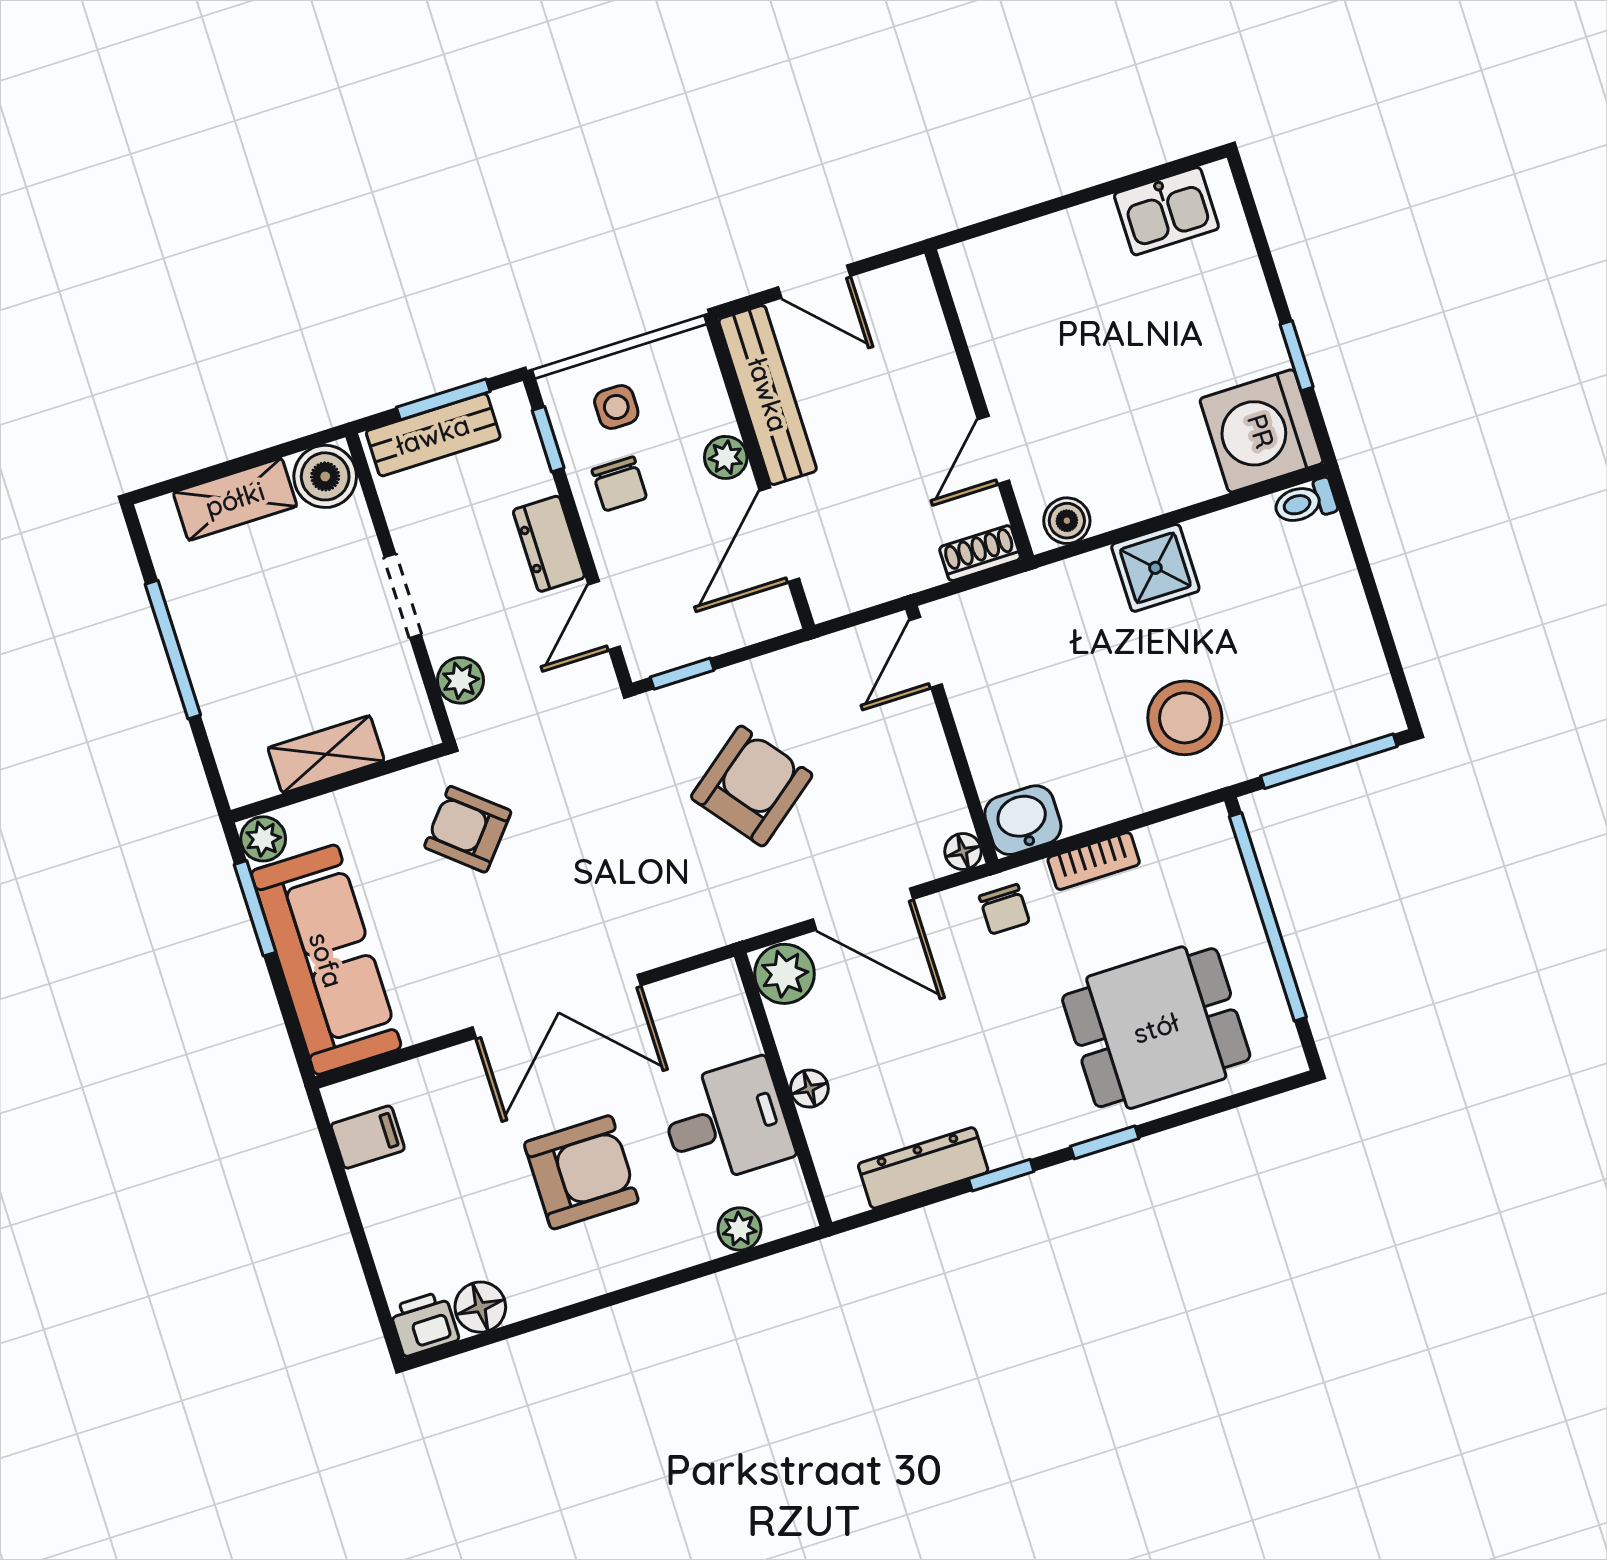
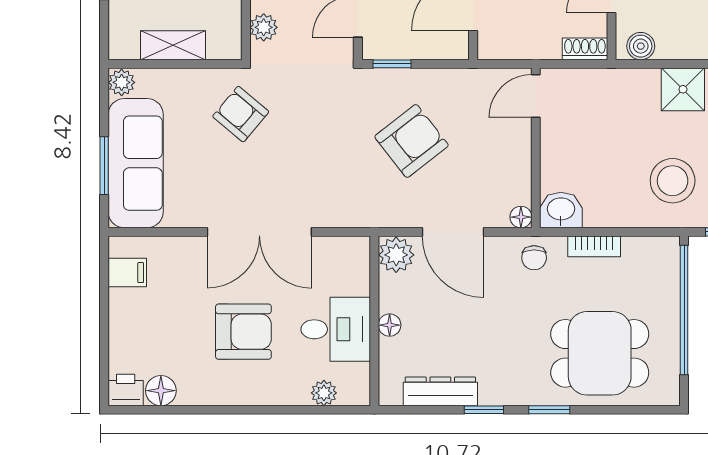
window: (255, 908) -> (104, 166), moved

